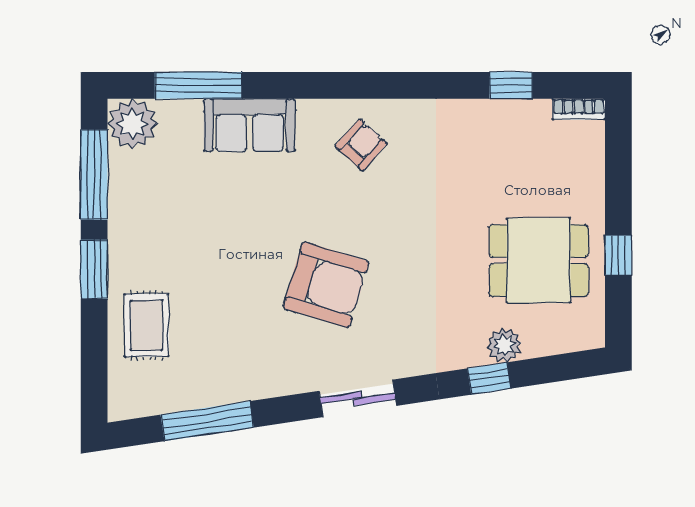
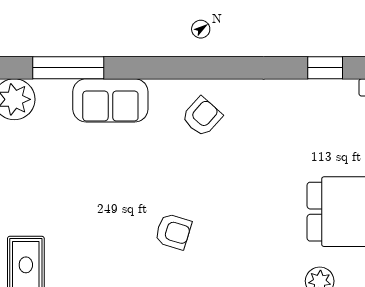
armchair: (326, 285) -> (173, 232), width x0.53, depth x0.53

